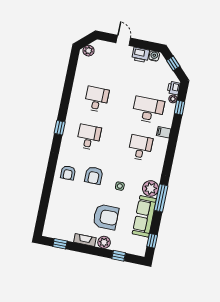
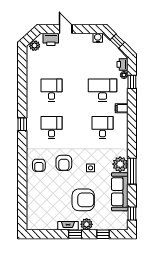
printer: (141, 55) -> (51, 39), moved
window: (60, 244) -> (75, 234), moved

